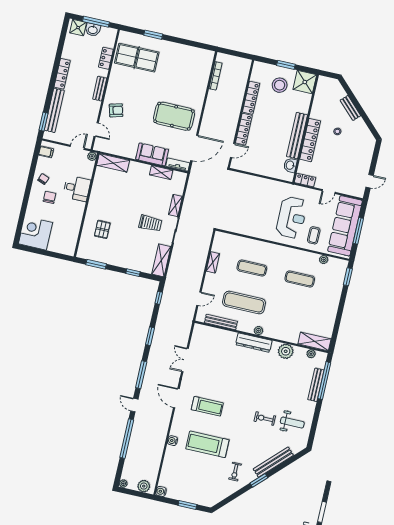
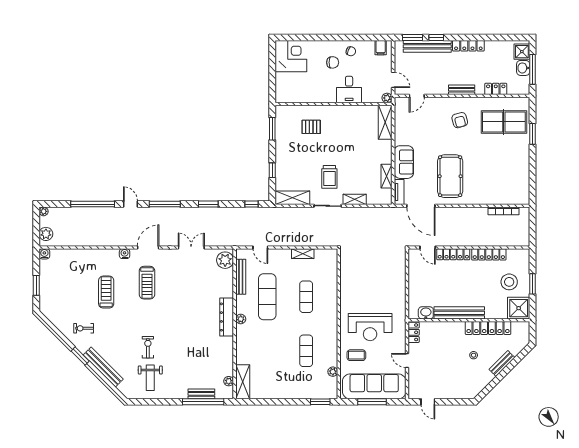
table tennis table: (137, 58) -> (504, 122), turned 90
window: (48, 101) -> (436, 37), added
armchair: (116, 110) -> (460, 120), moved
locker: (310, 140) -> (488, 328), moved
plant: (286, 351) -> (225, 260), moved
bench: (316, 385) -> (201, 394), width x0.73
door: (134, 405) -> (131, 204), hinge flipped
water cooler: (172, 441) -> (125, 254), moved
treadmill: (207, 444) -> (106, 292), width x0.73, depth x0.73

